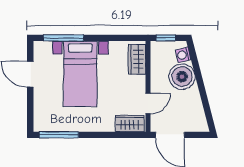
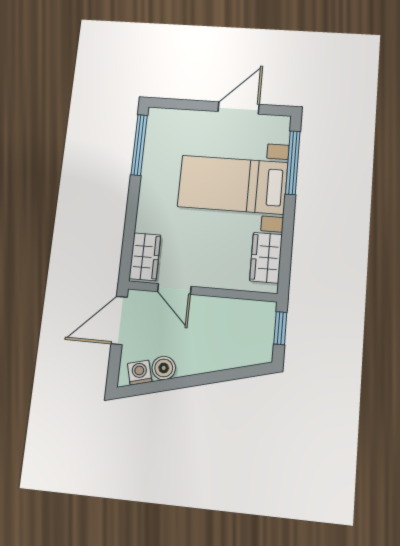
washing machine: (183, 55) -> (140, 373), moved
wardrobe: (137, 59) -> (266, 258), moved, turned -90
boiler: (182, 77) -> (164, 368), moved, width x0.54, depth x0.54

